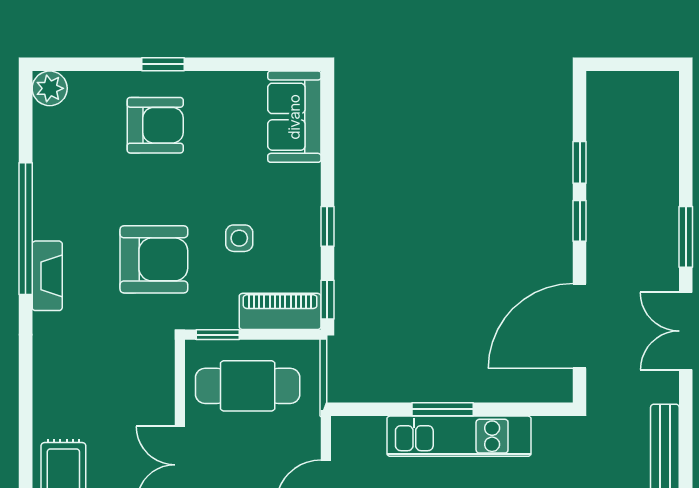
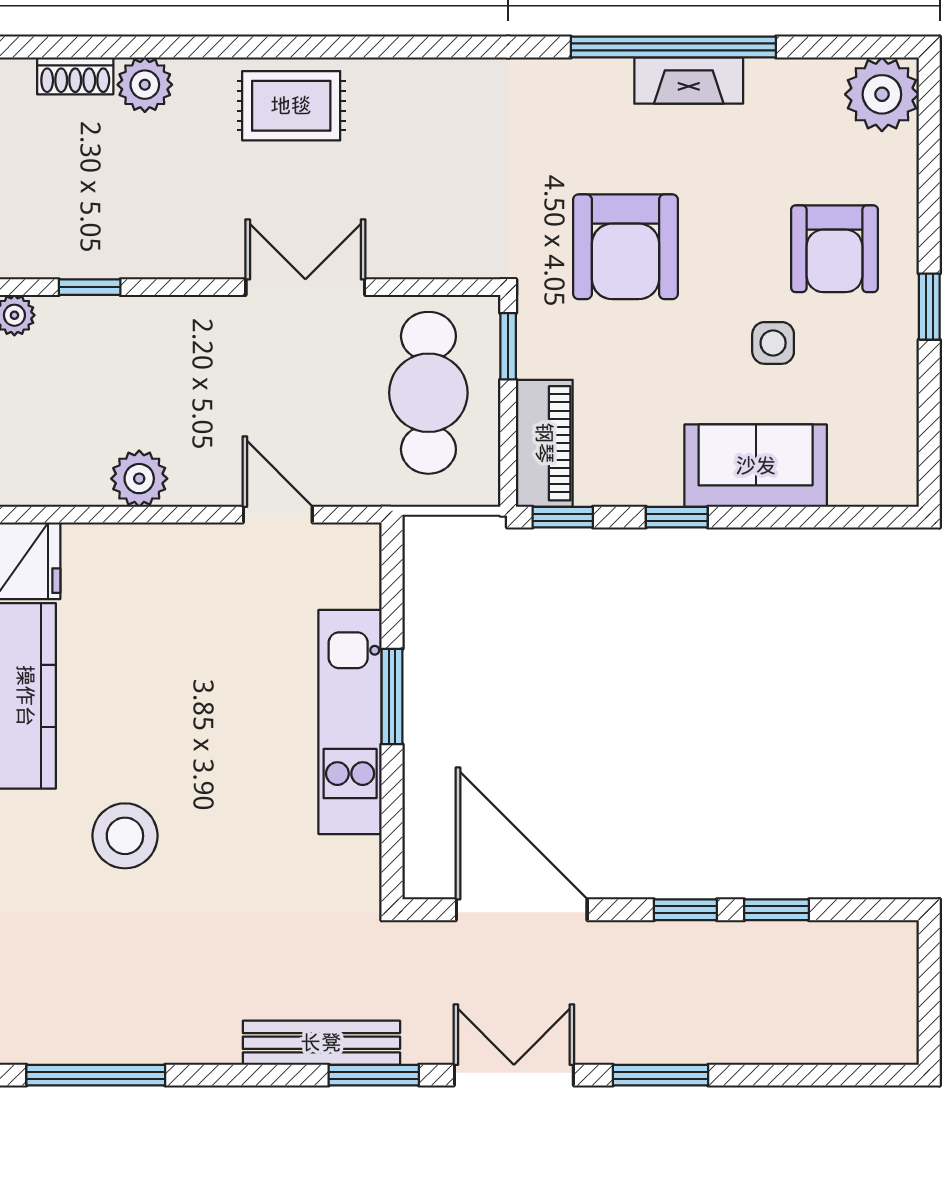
window: (163, 64) -> (929, 307), moved
plant: (50, 88) -> (882, 94), width x1.36, depth x1.36
sofa: (294, 117) -> (756, 466), moved
side table: (239, 238) -> (773, 343), moved
fireplace: (47, 276) -> (689, 80), moved
window: (686, 421) -> (374, 1075), added

